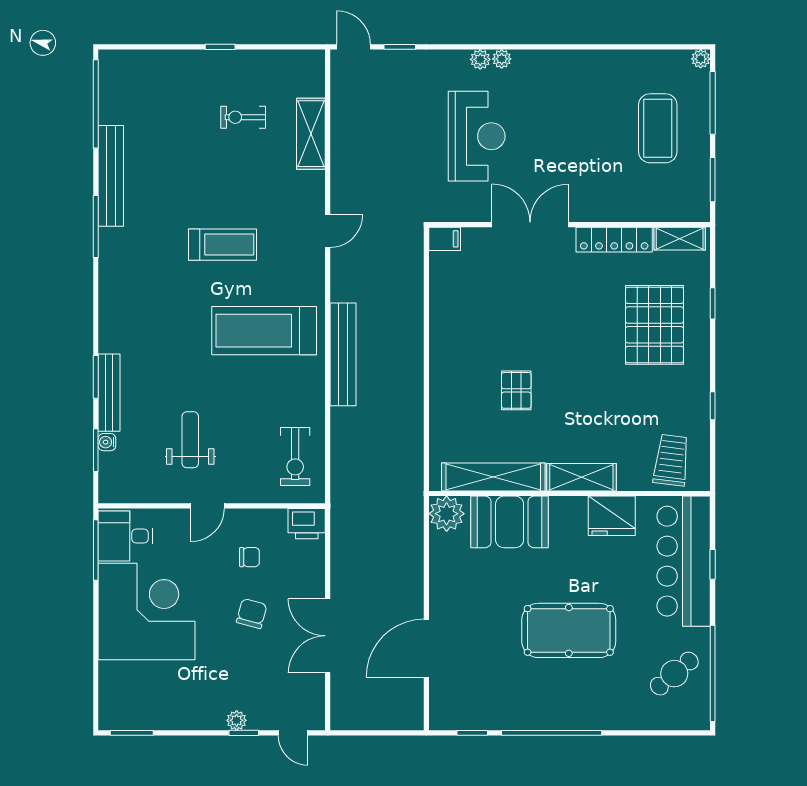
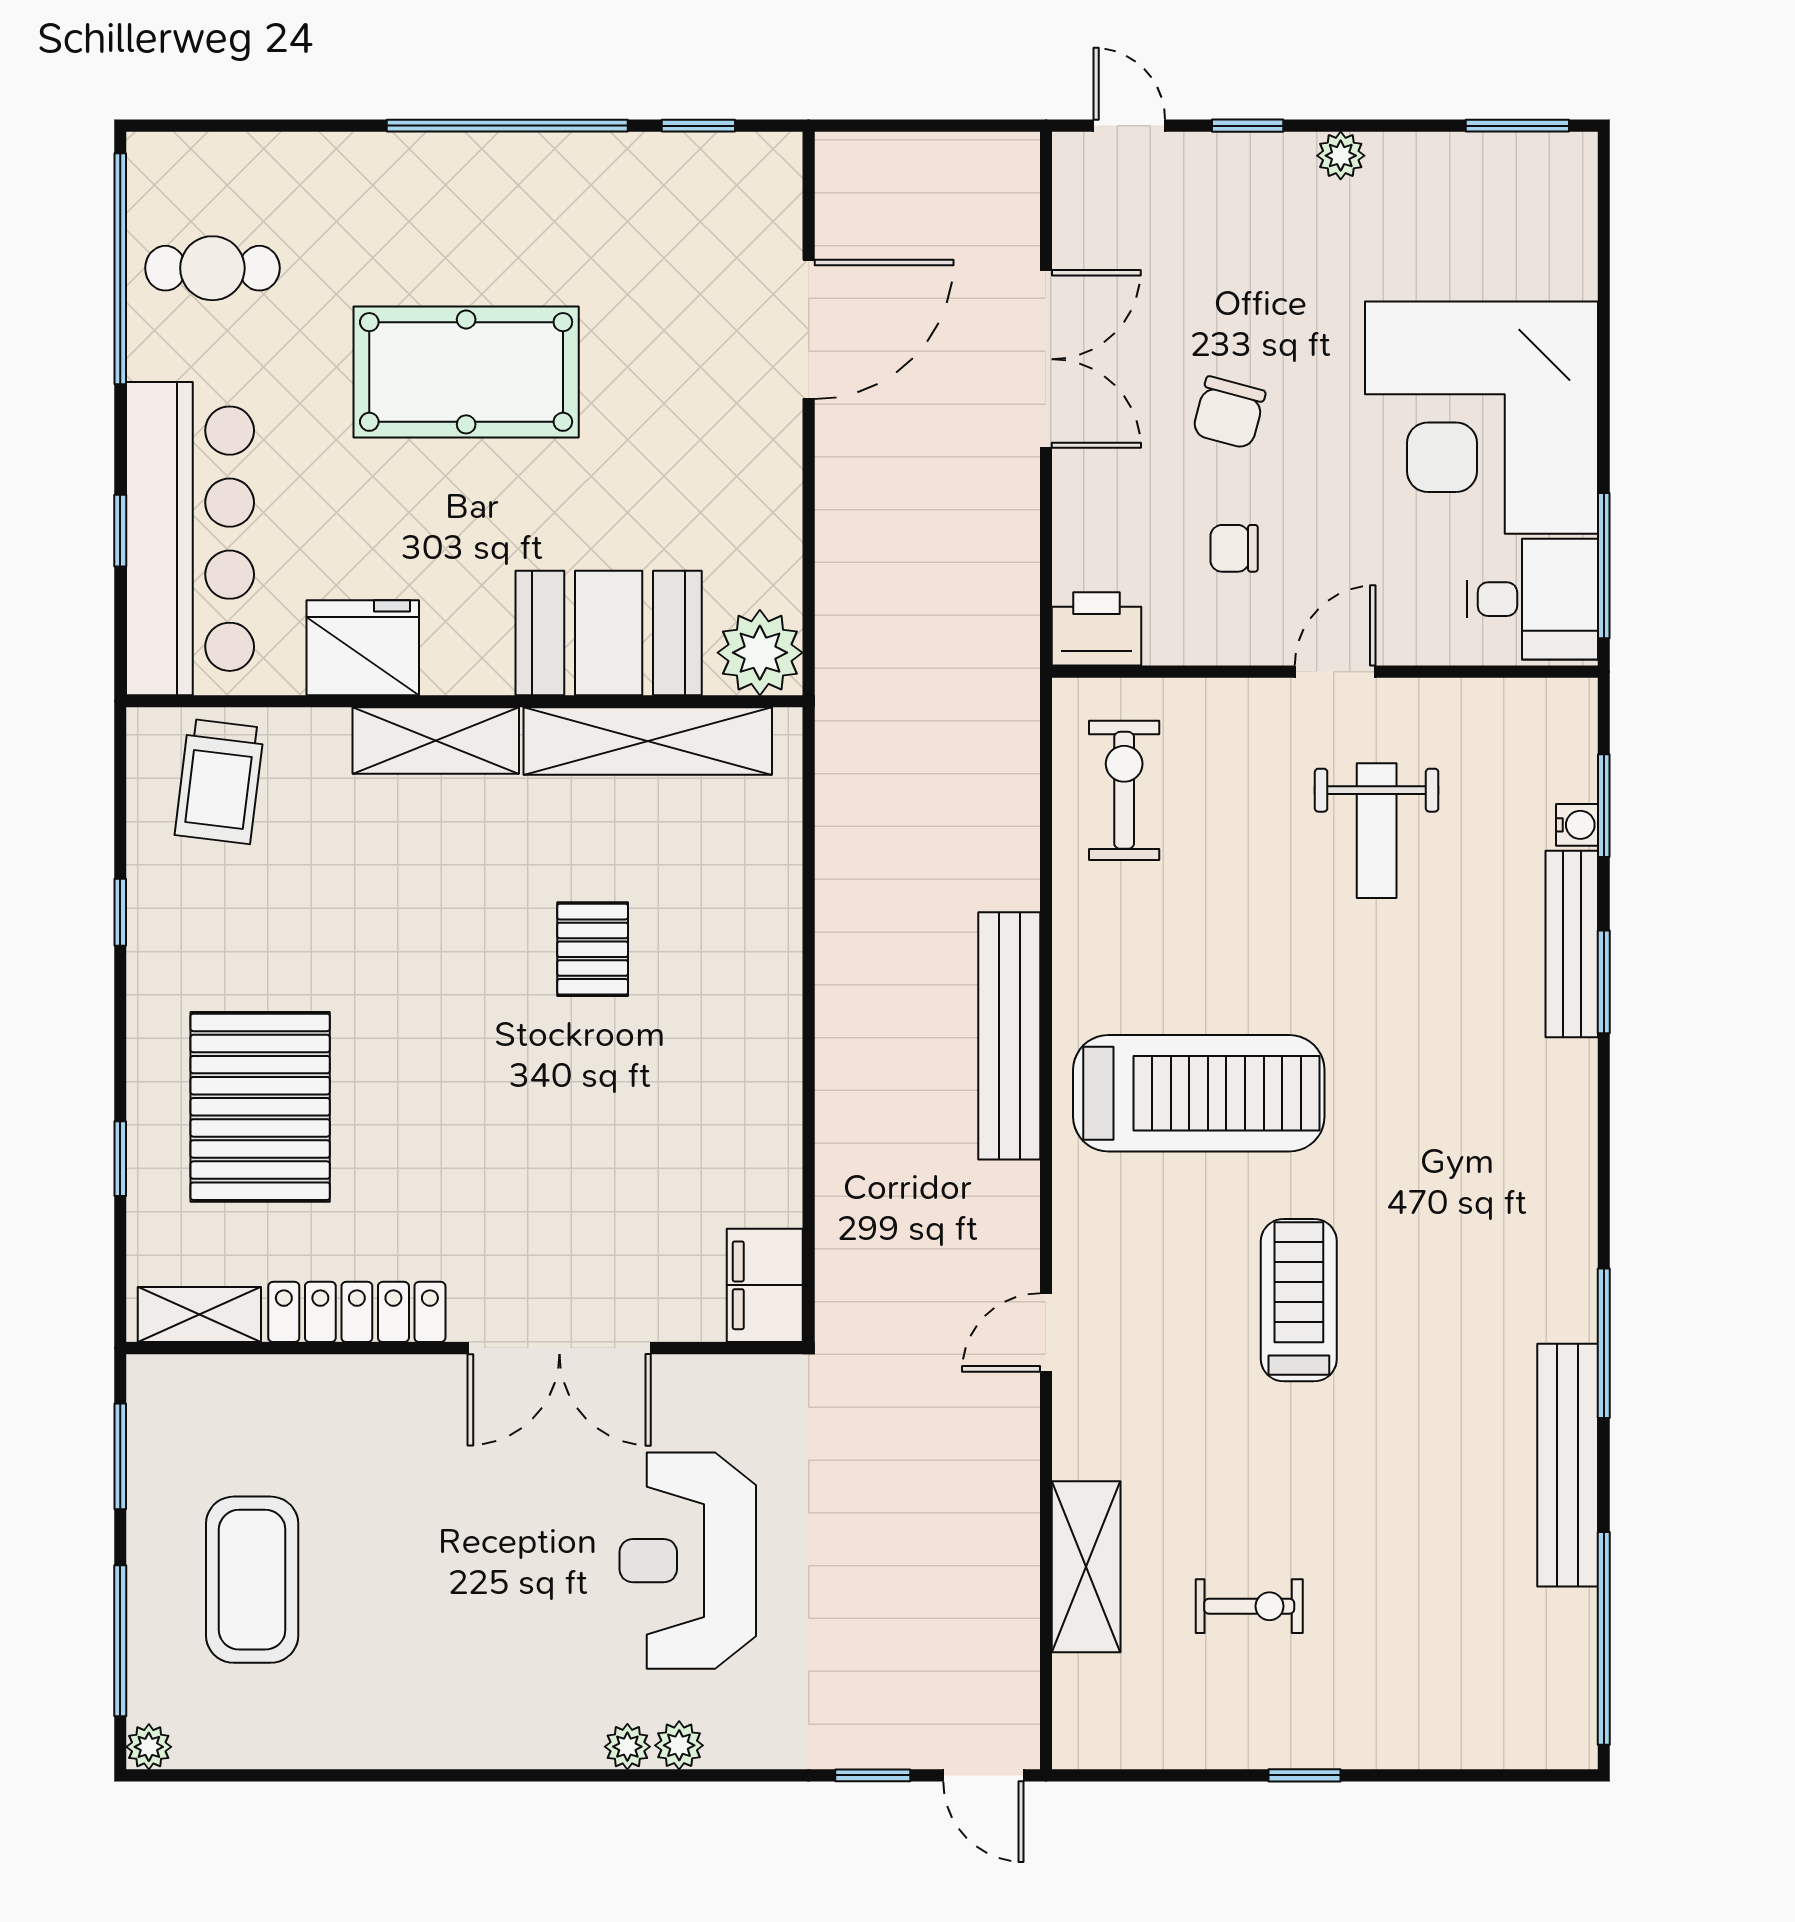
filing cabinet: (445, 239) -> (765, 1285), width x2.00
treadmill: (223, 245) -> (1299, 1300), turned 90
cafe table: (674, 674) -> (212, 268), turned 40
plant: (237, 720) -> (1341, 156), moved

